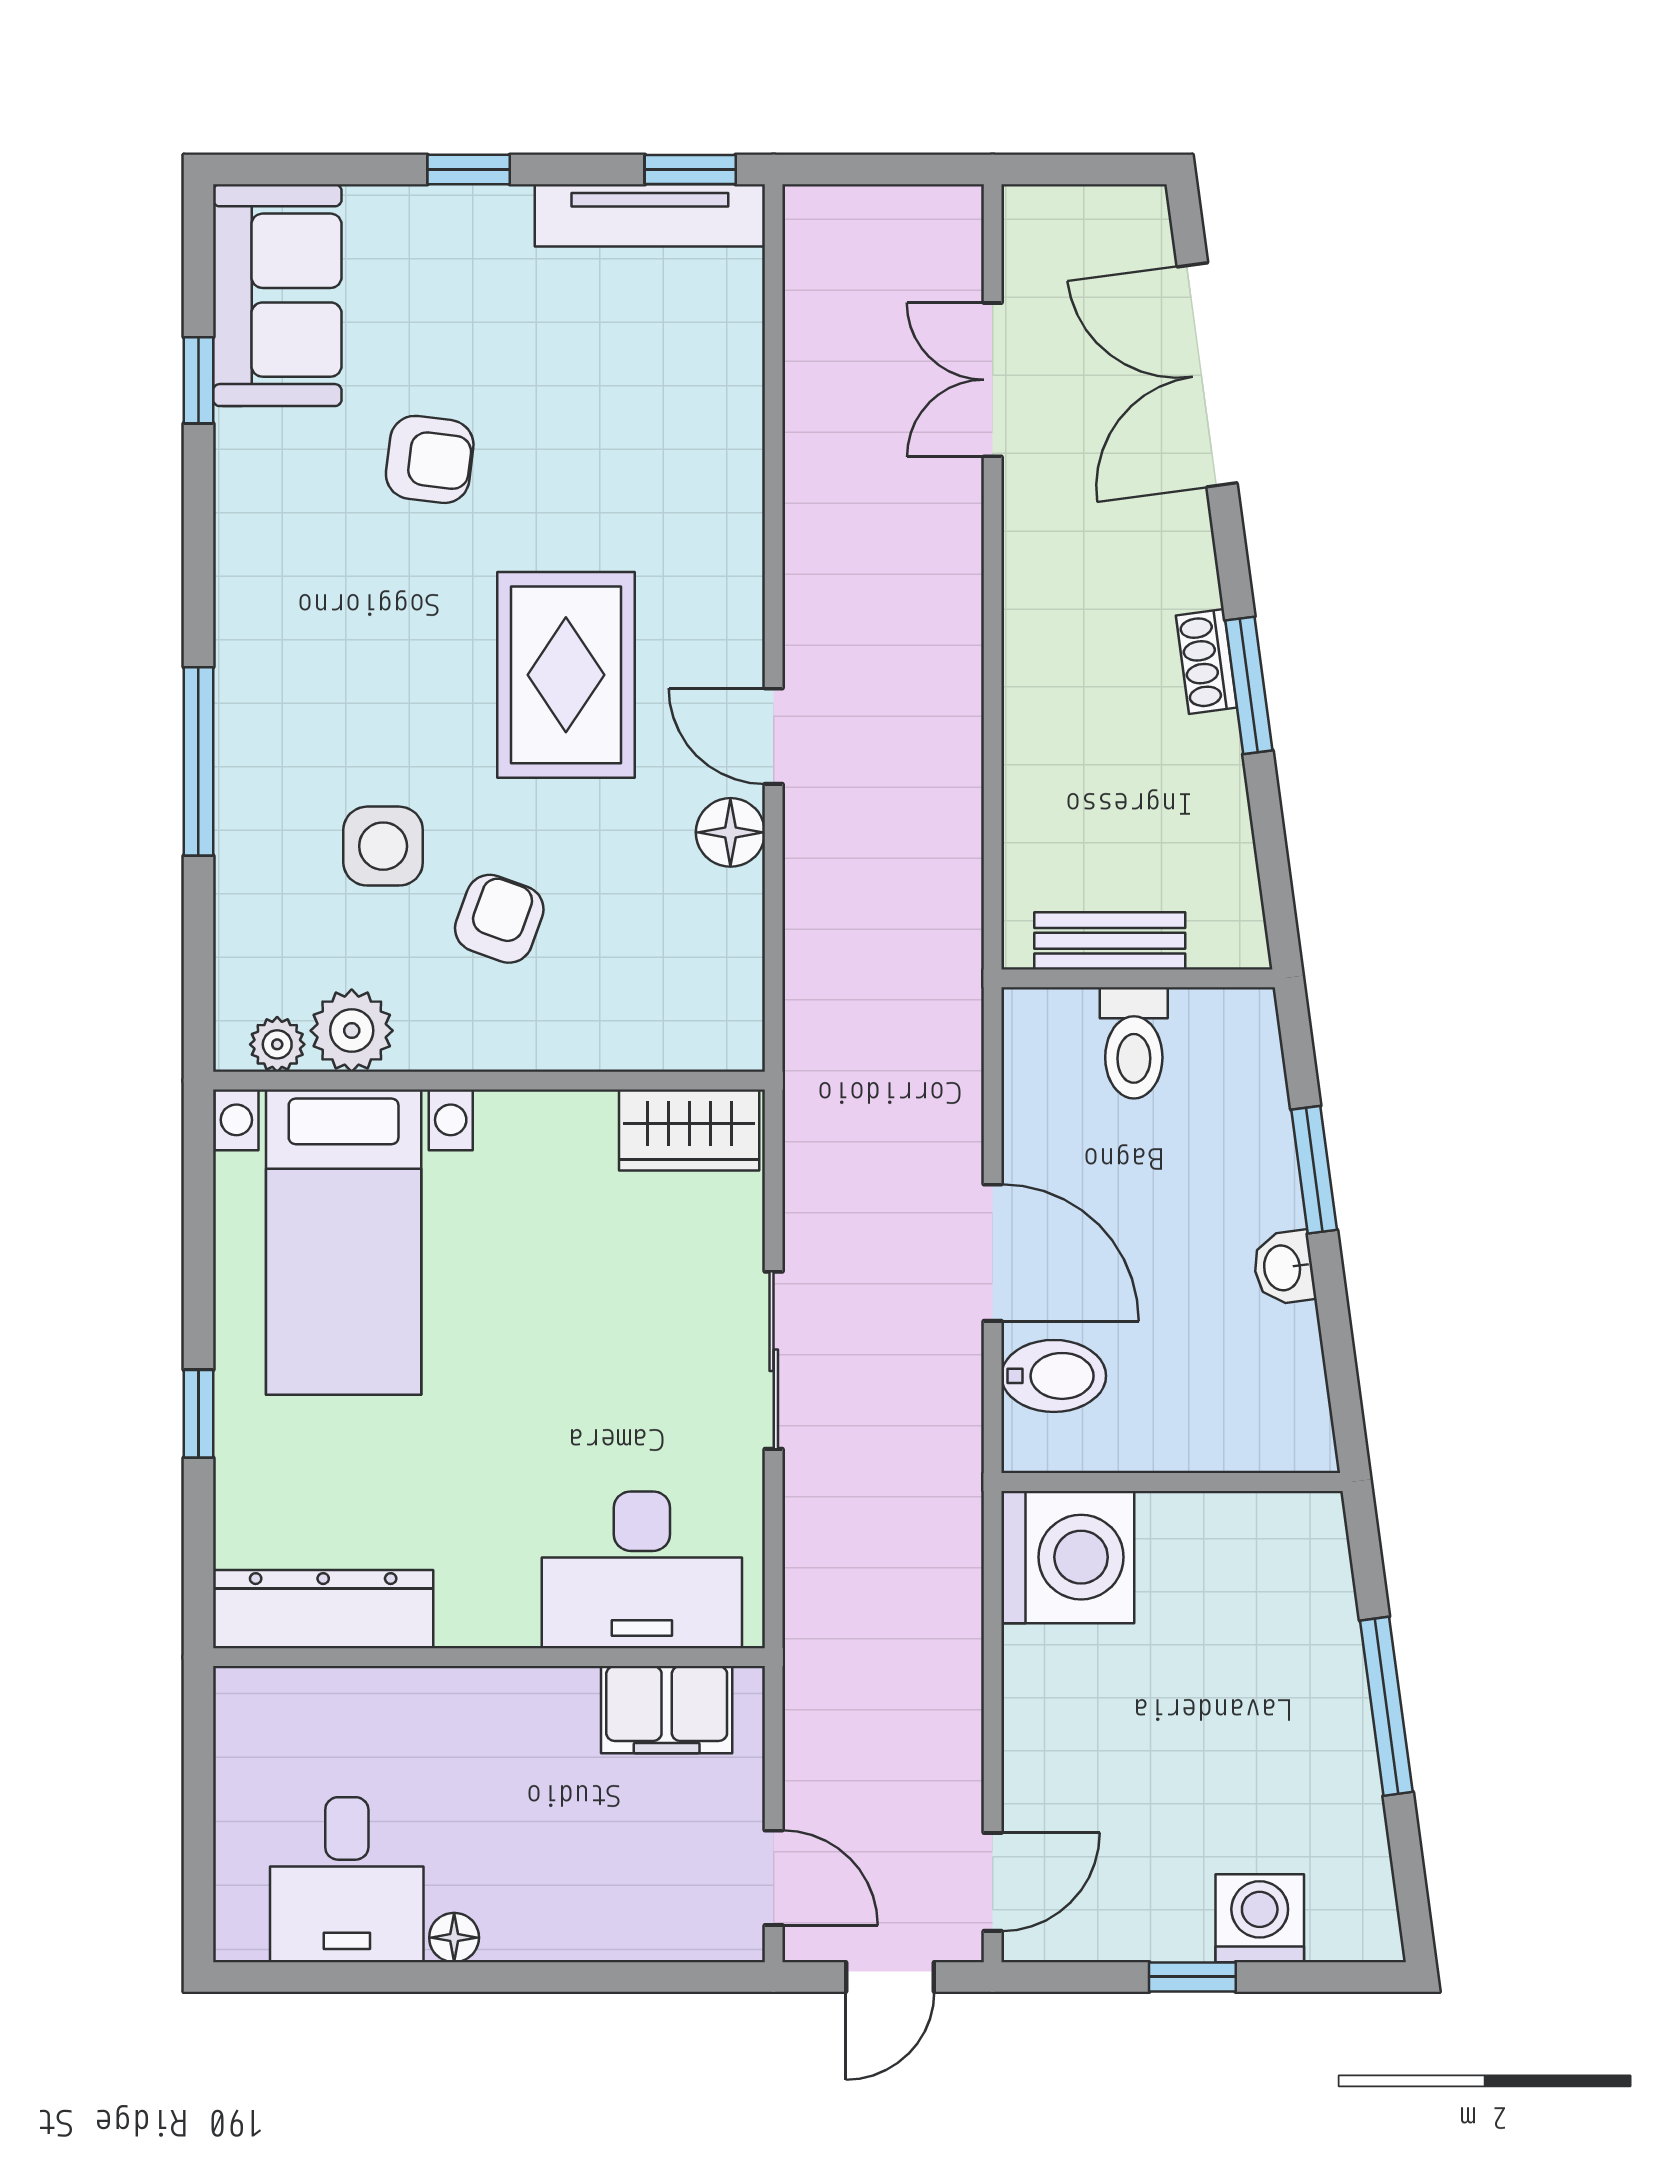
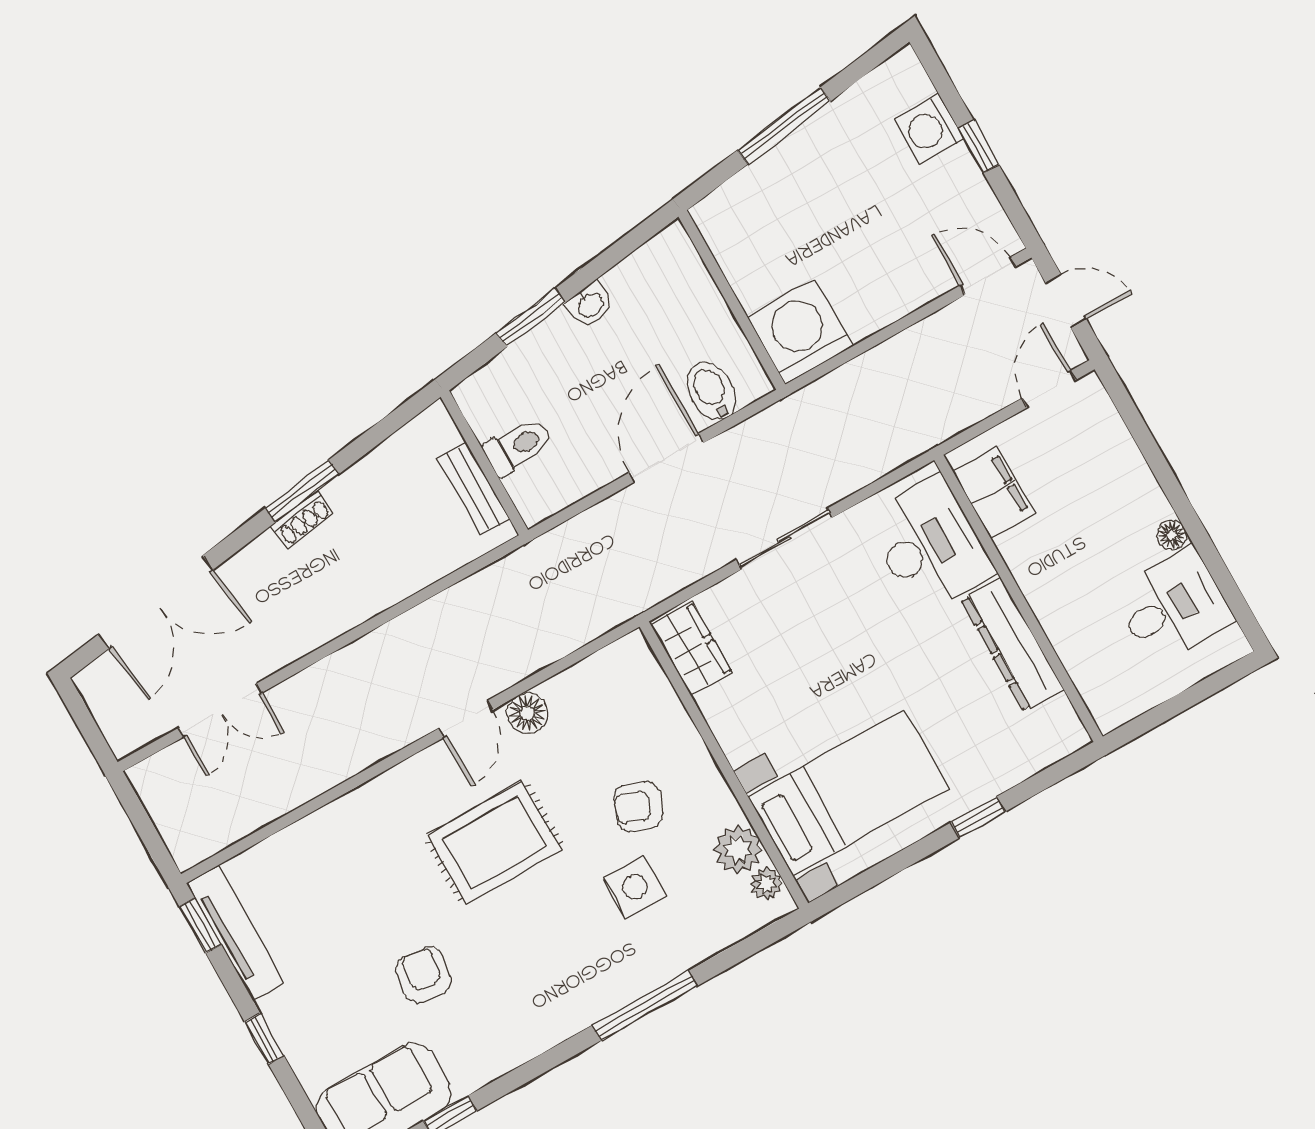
dresser: (323, 1609) -> (1012, 644), moved

